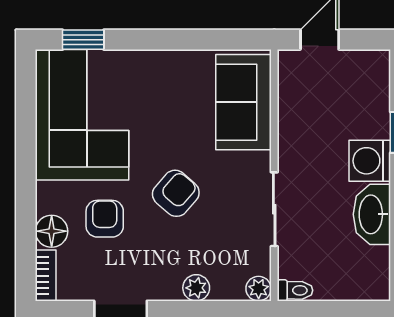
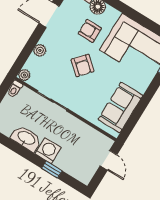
sofa: (243, 102) -> (120, 108), moved, turned -90
armchair: (105, 219) -> (90, 31), turned 180

